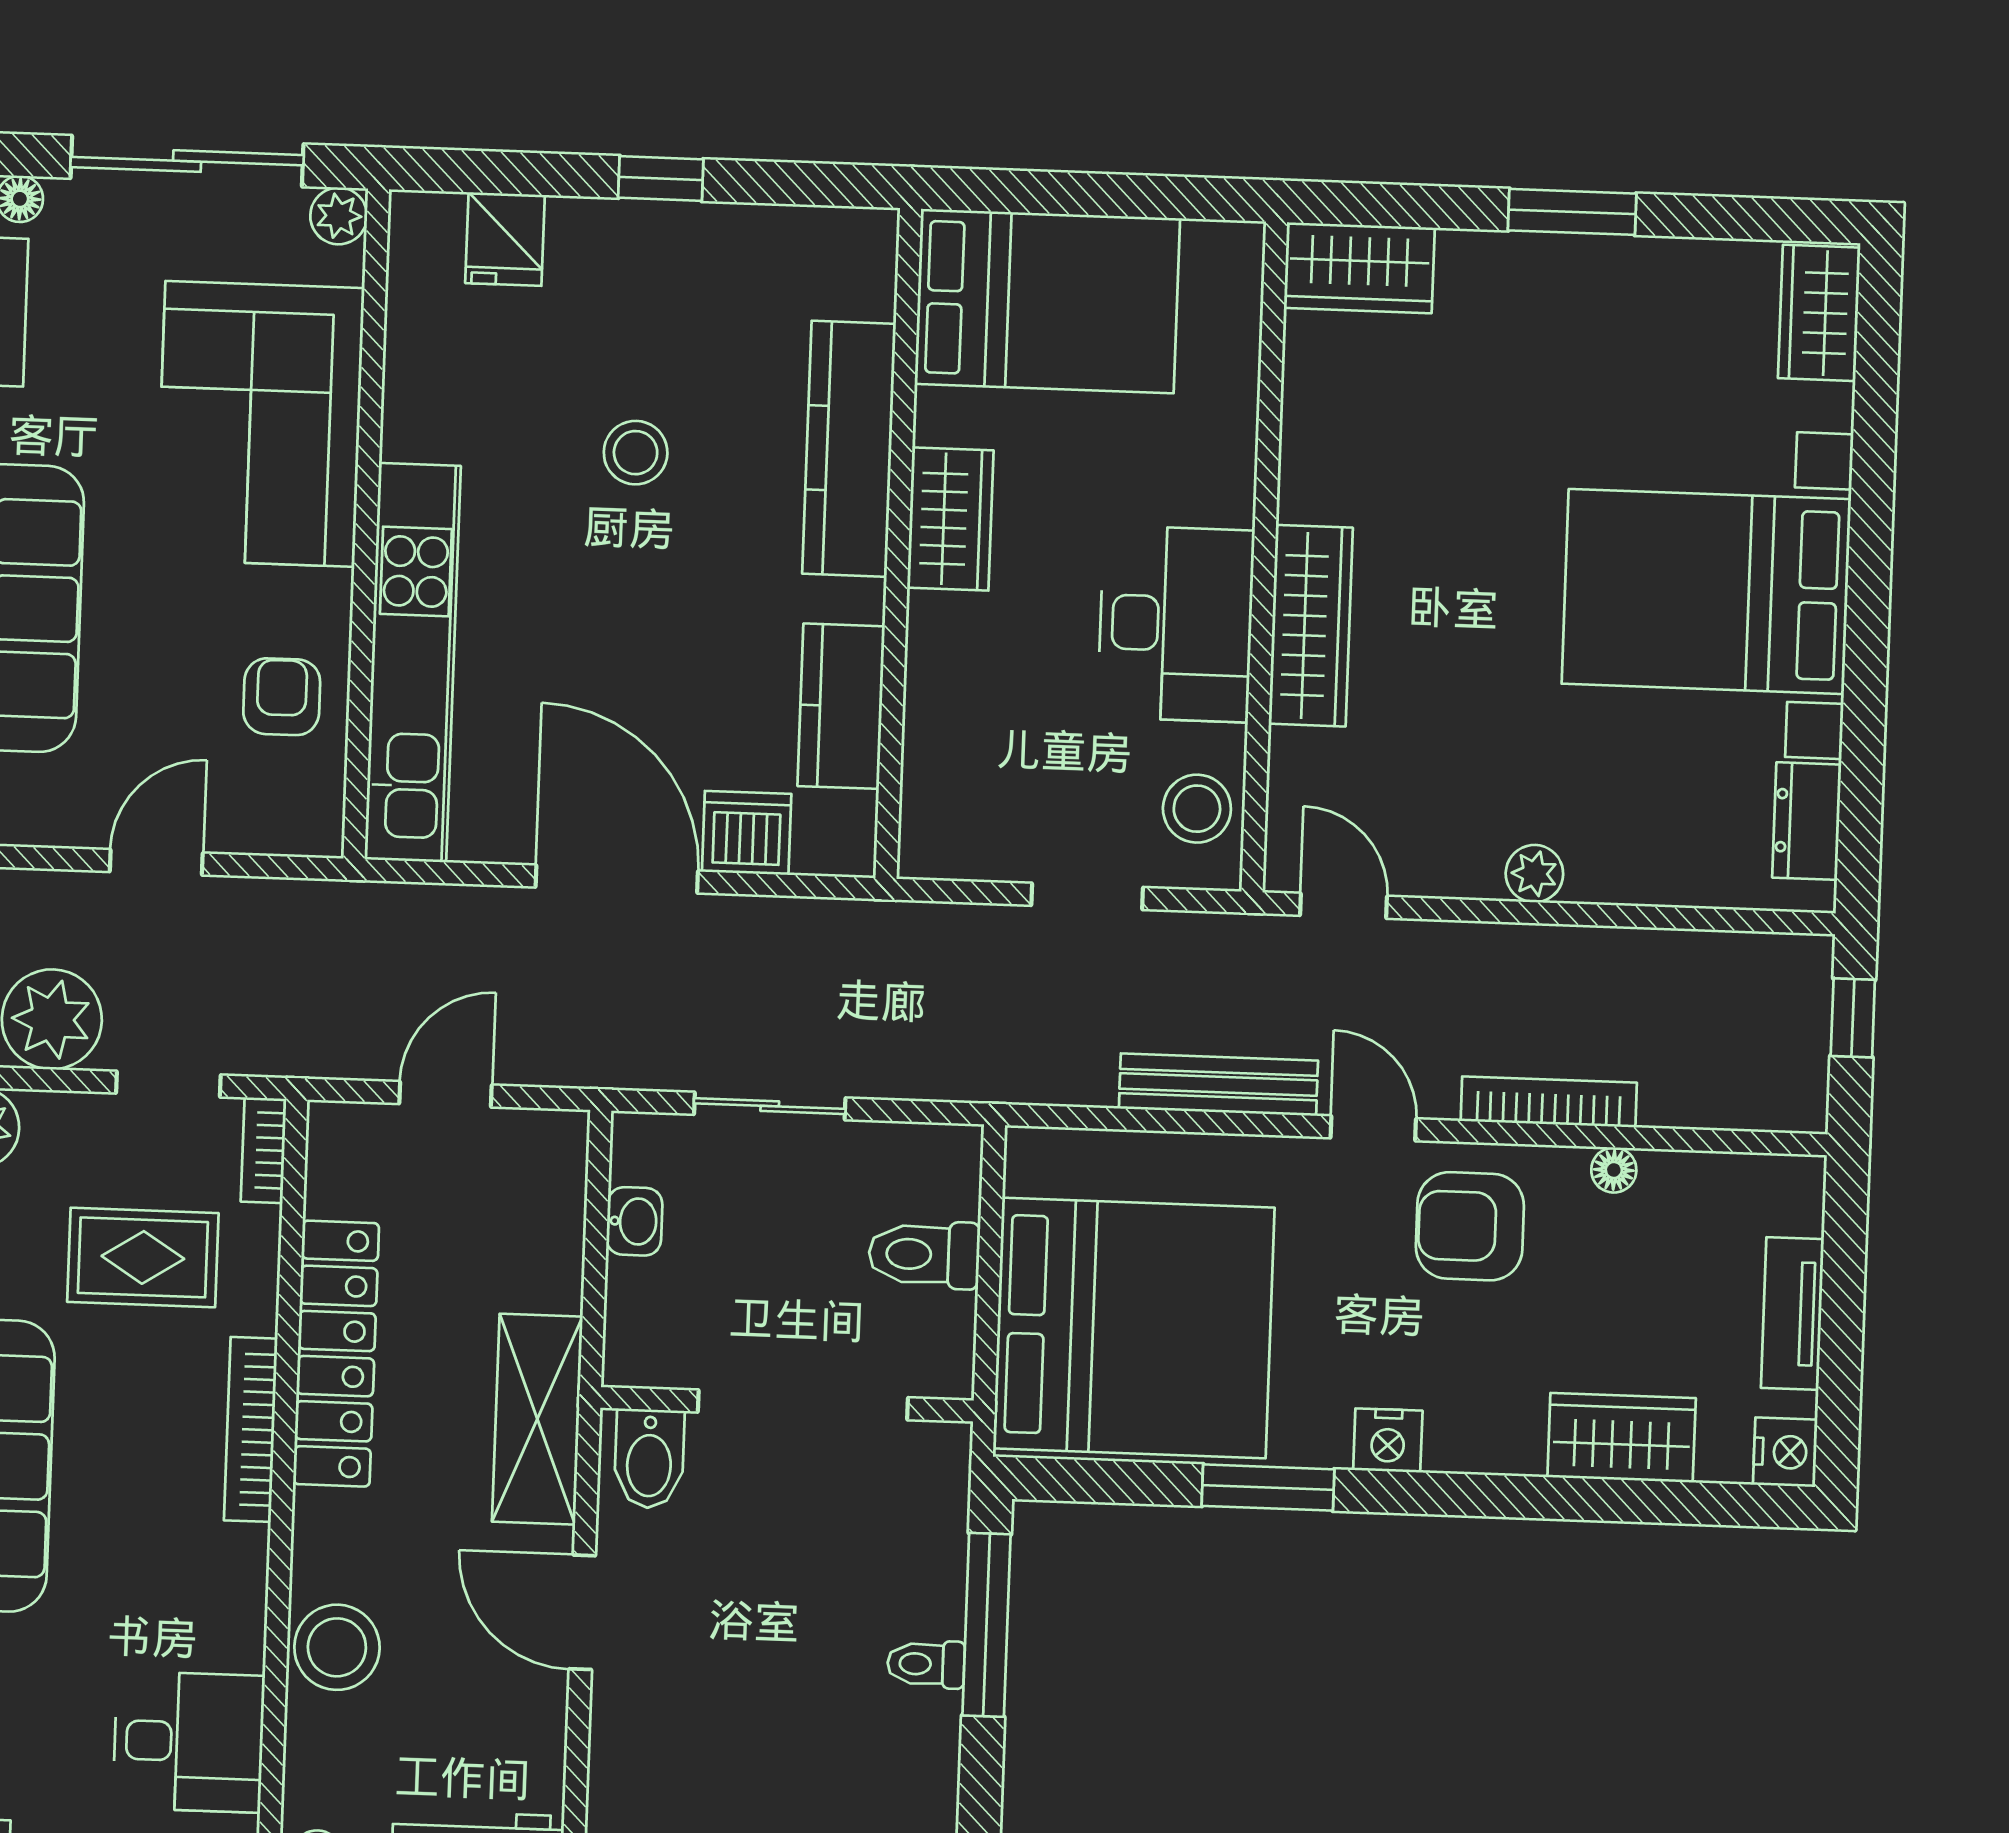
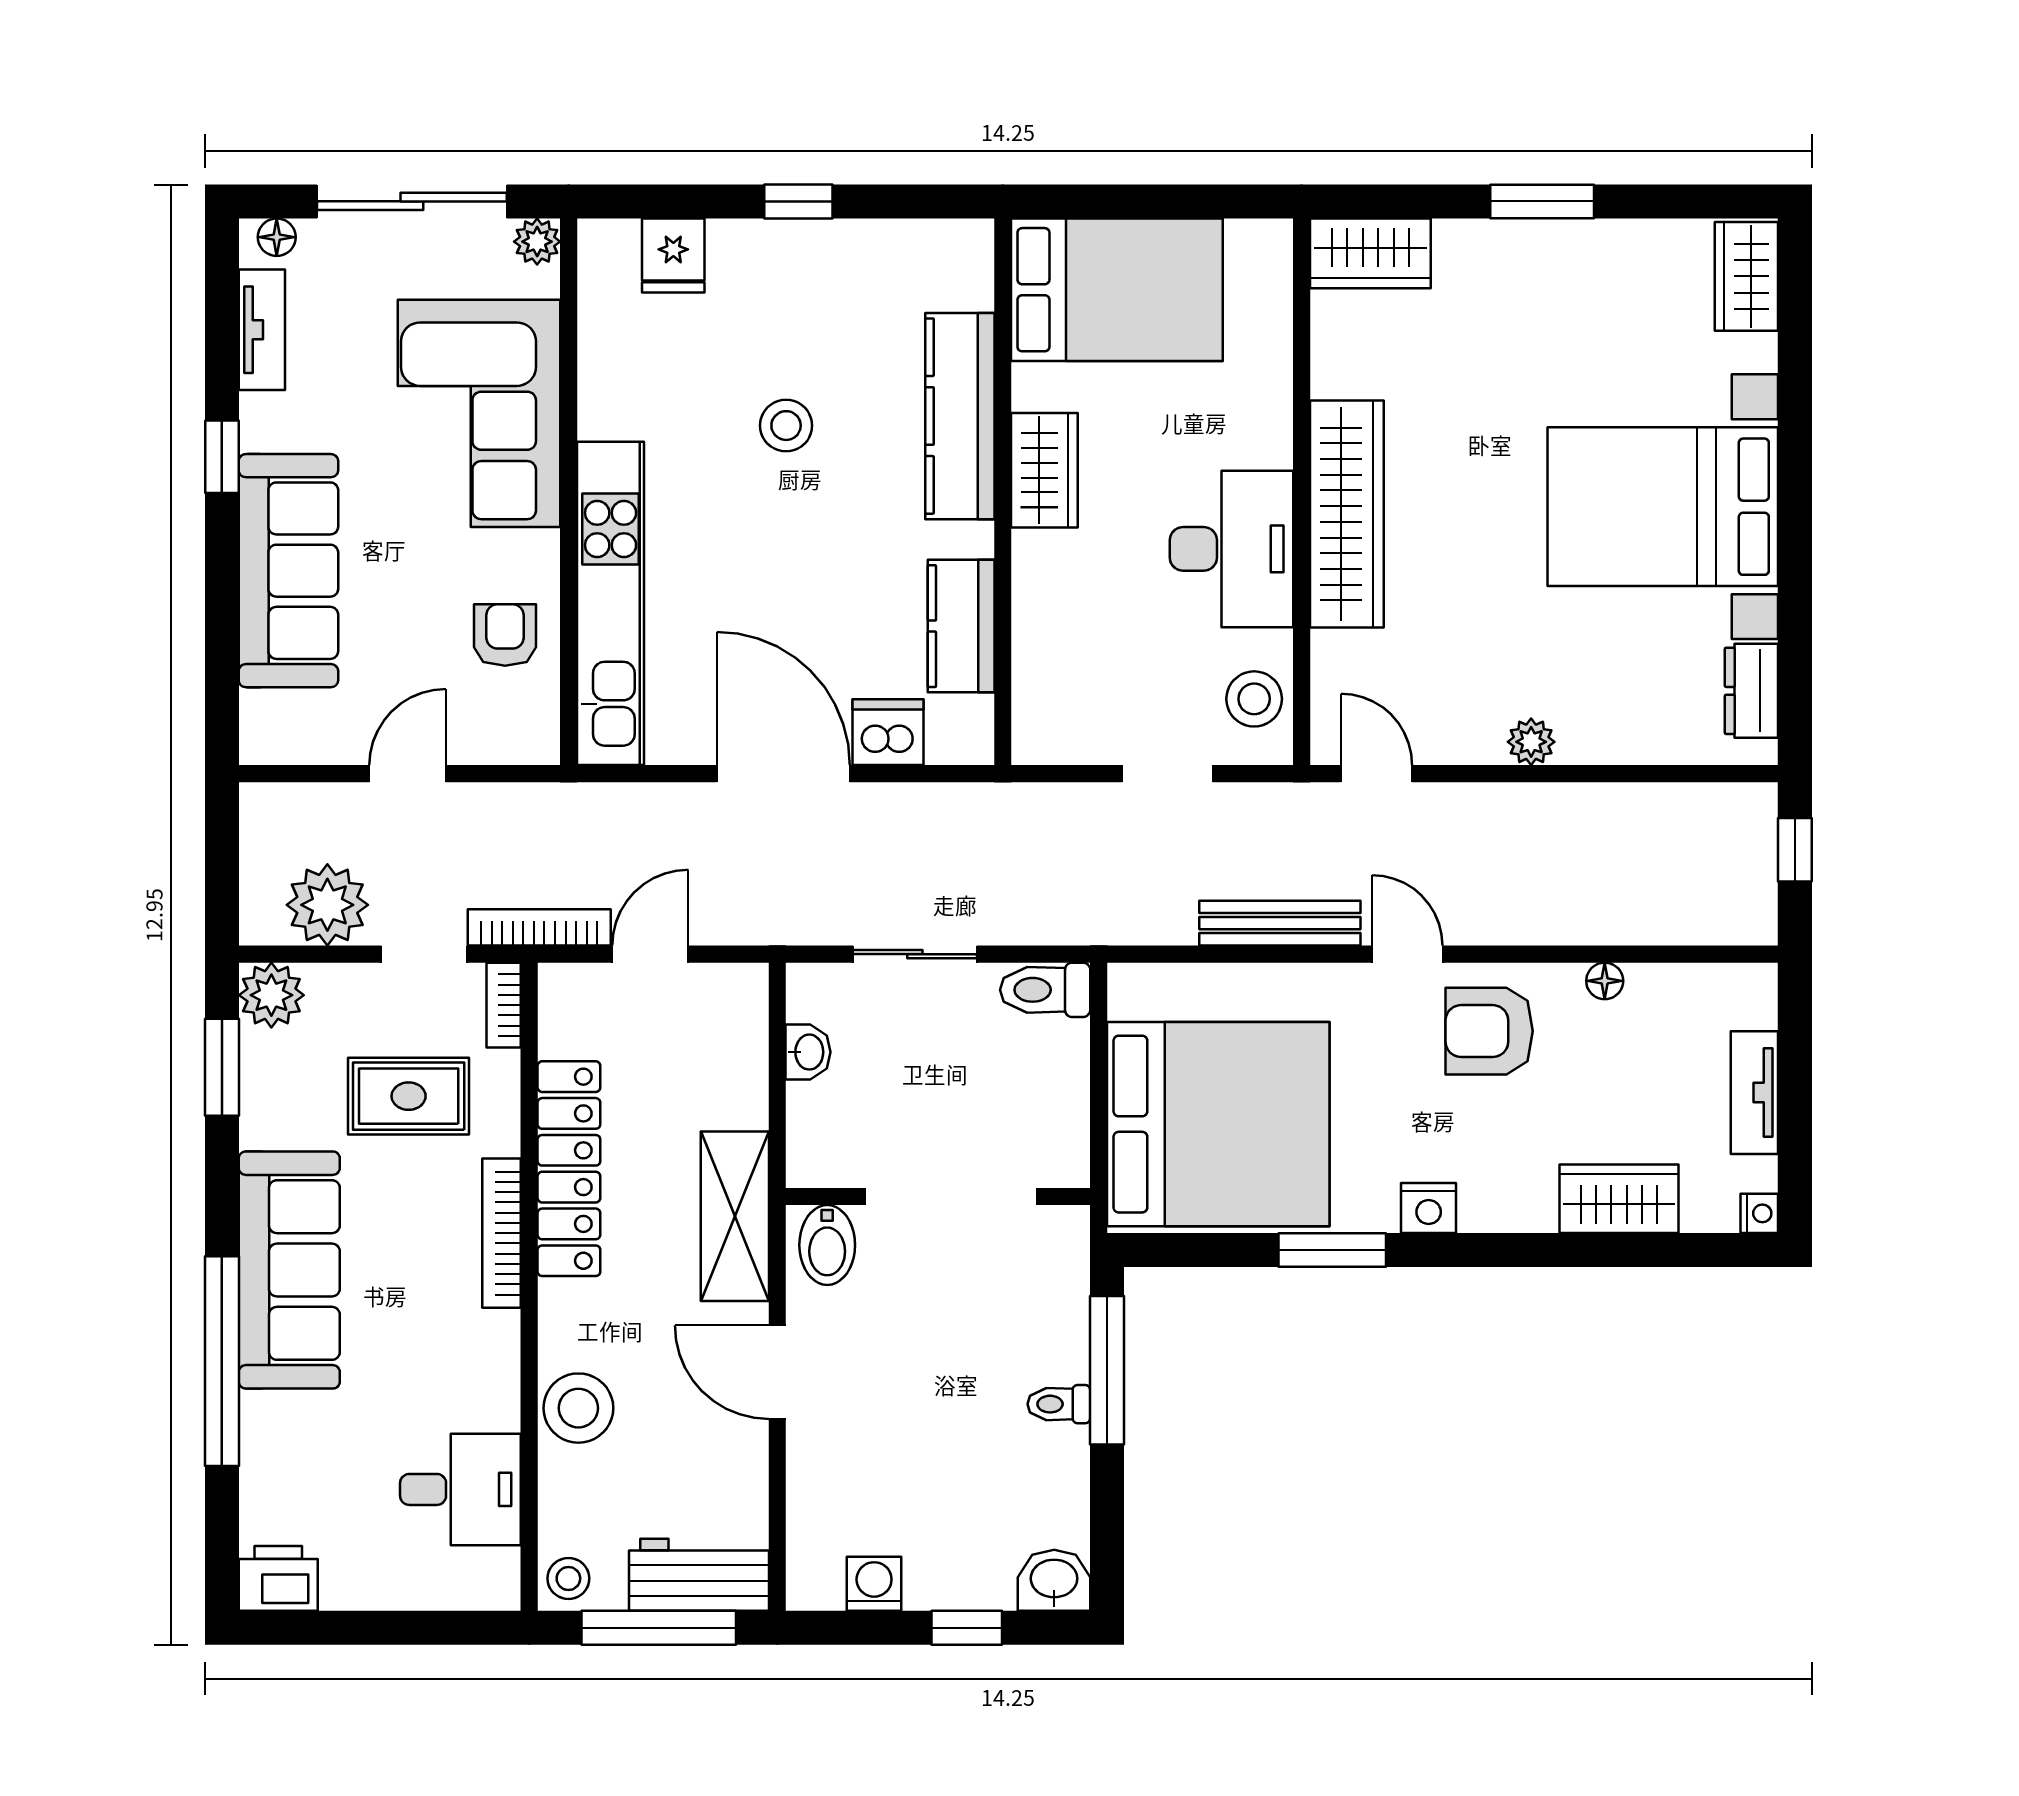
wardrobe: (1311, 626) -> (1347, 514), width x1.40, depth x1.17
bookcase: (1549, 1102) -> (539, 927), moved
toilet: (924, 1254) -> (1045, 990), moved
nightstand: (1785, 1452) -> (1759, 1213), width x0.72, depth x0.74

